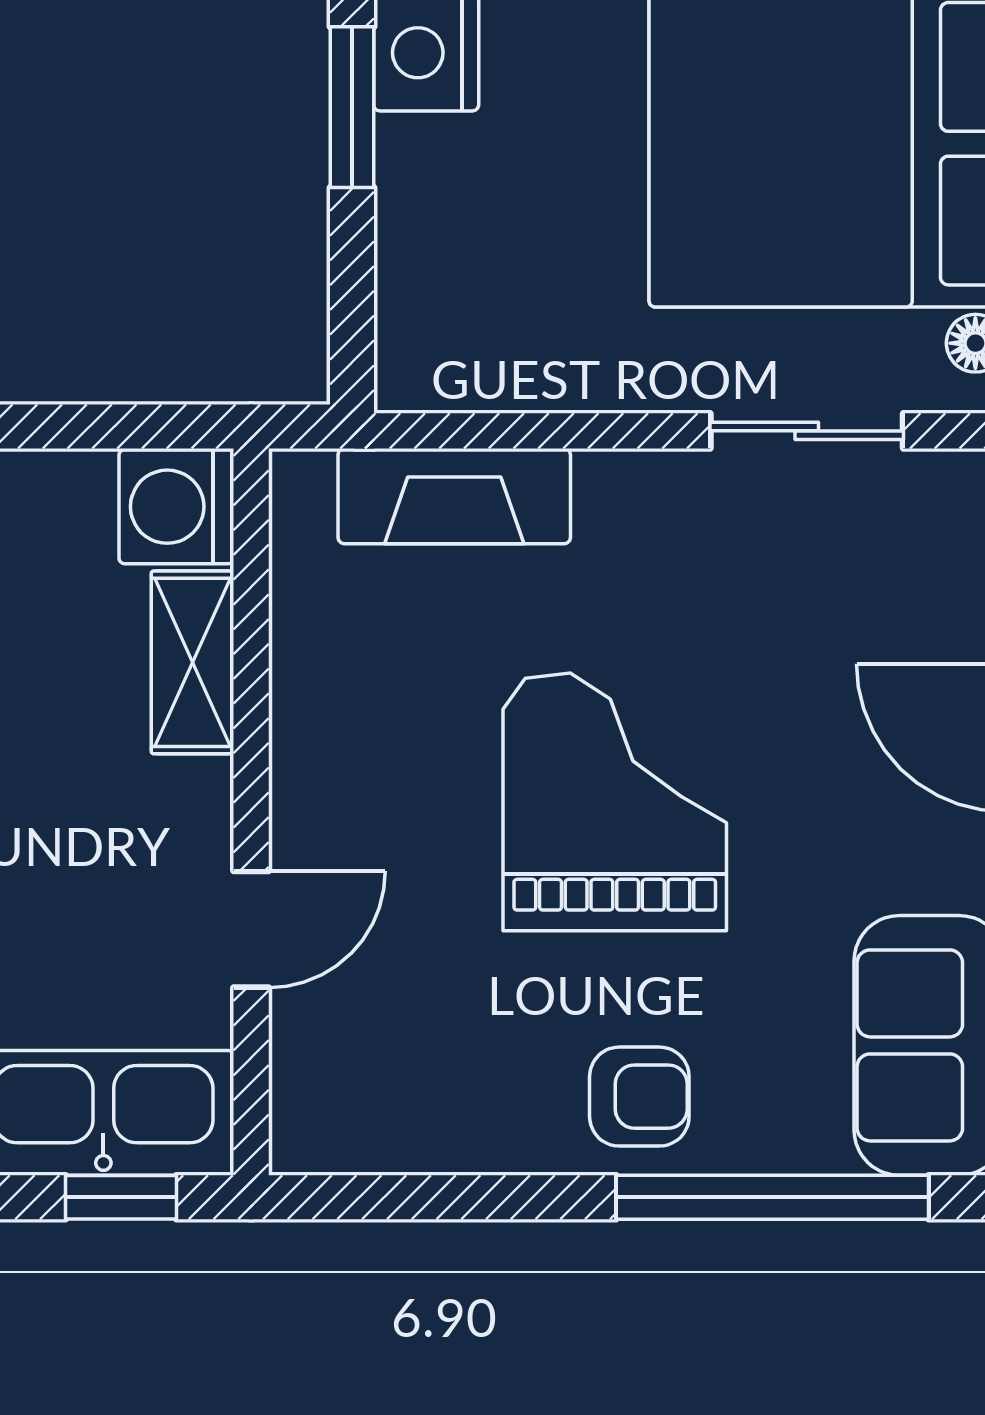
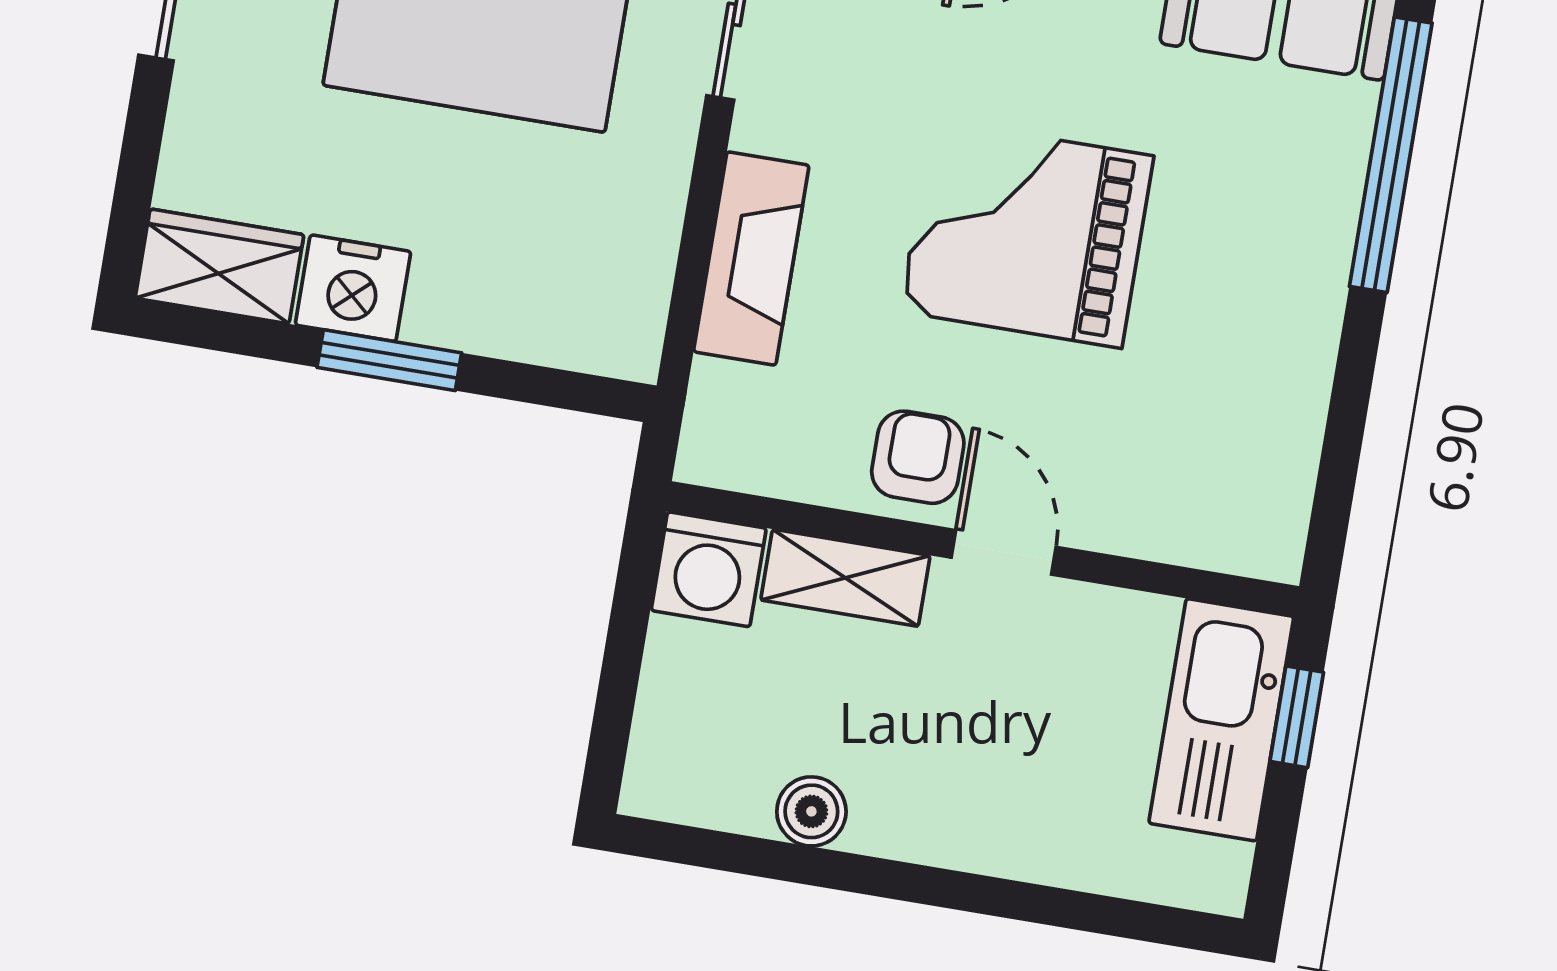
fireplace: (454, 496) -> (751, 258), moved
door: (251, 929) -> (1004, 552), moved
armchair: (639, 1097) -> (918, 457), moved

